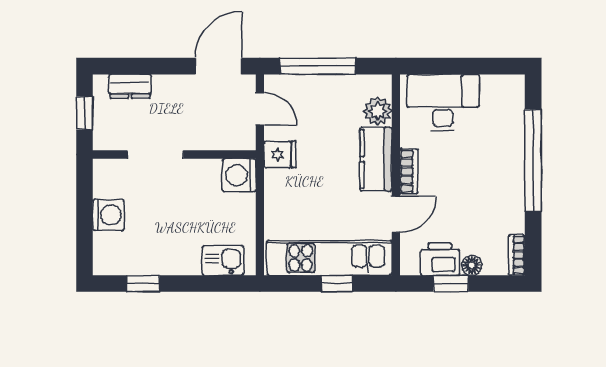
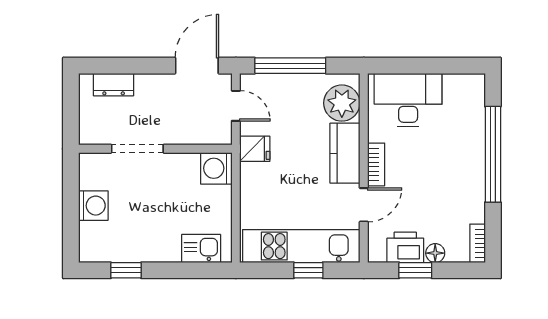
plant: (378, 111) -> (342, 103), width x1.36, depth x1.36
window: (85, 113) -> (71, 110), removed

